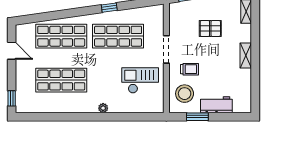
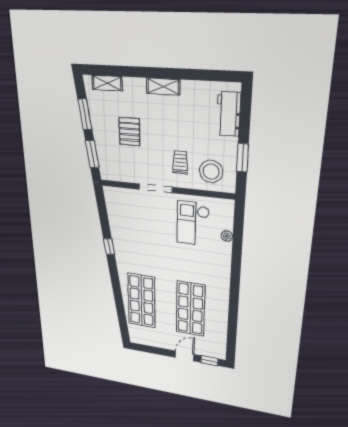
shop shelf: (118, 36) -> (141, 242), removed
door: (12, 51) -> (185, 356), moved
workbench: (216, 105) -> (228, 114), moved
plant: (103, 108) -> (227, 236), moved

